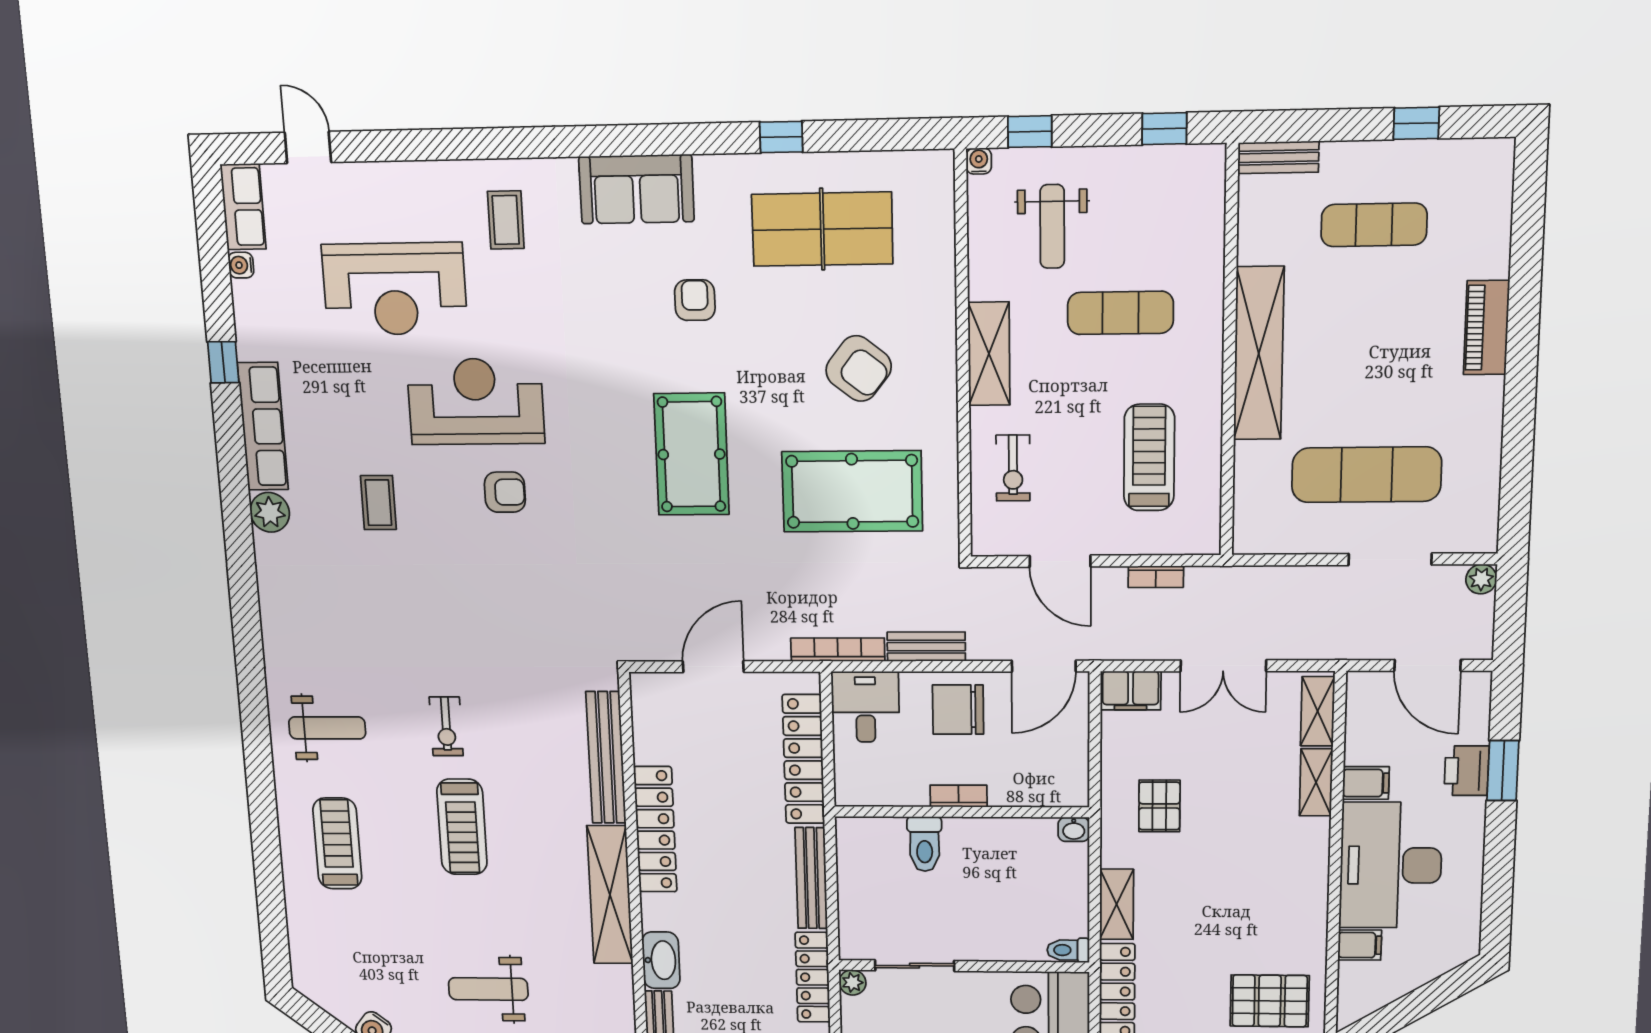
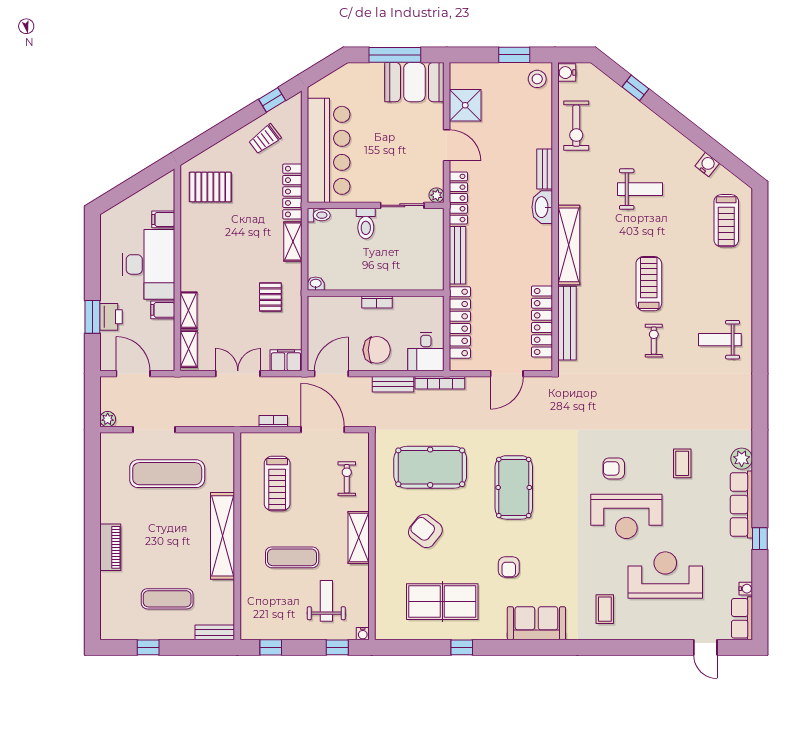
door: (1060, 561) -> (323, 430), width x1.36
locker: (655, 829) -> (542, 321), moved
treadmill: (337, 844) -> (726, 221), moved
toilet: (925, 844) -> (366, 224), moved, turned 180

